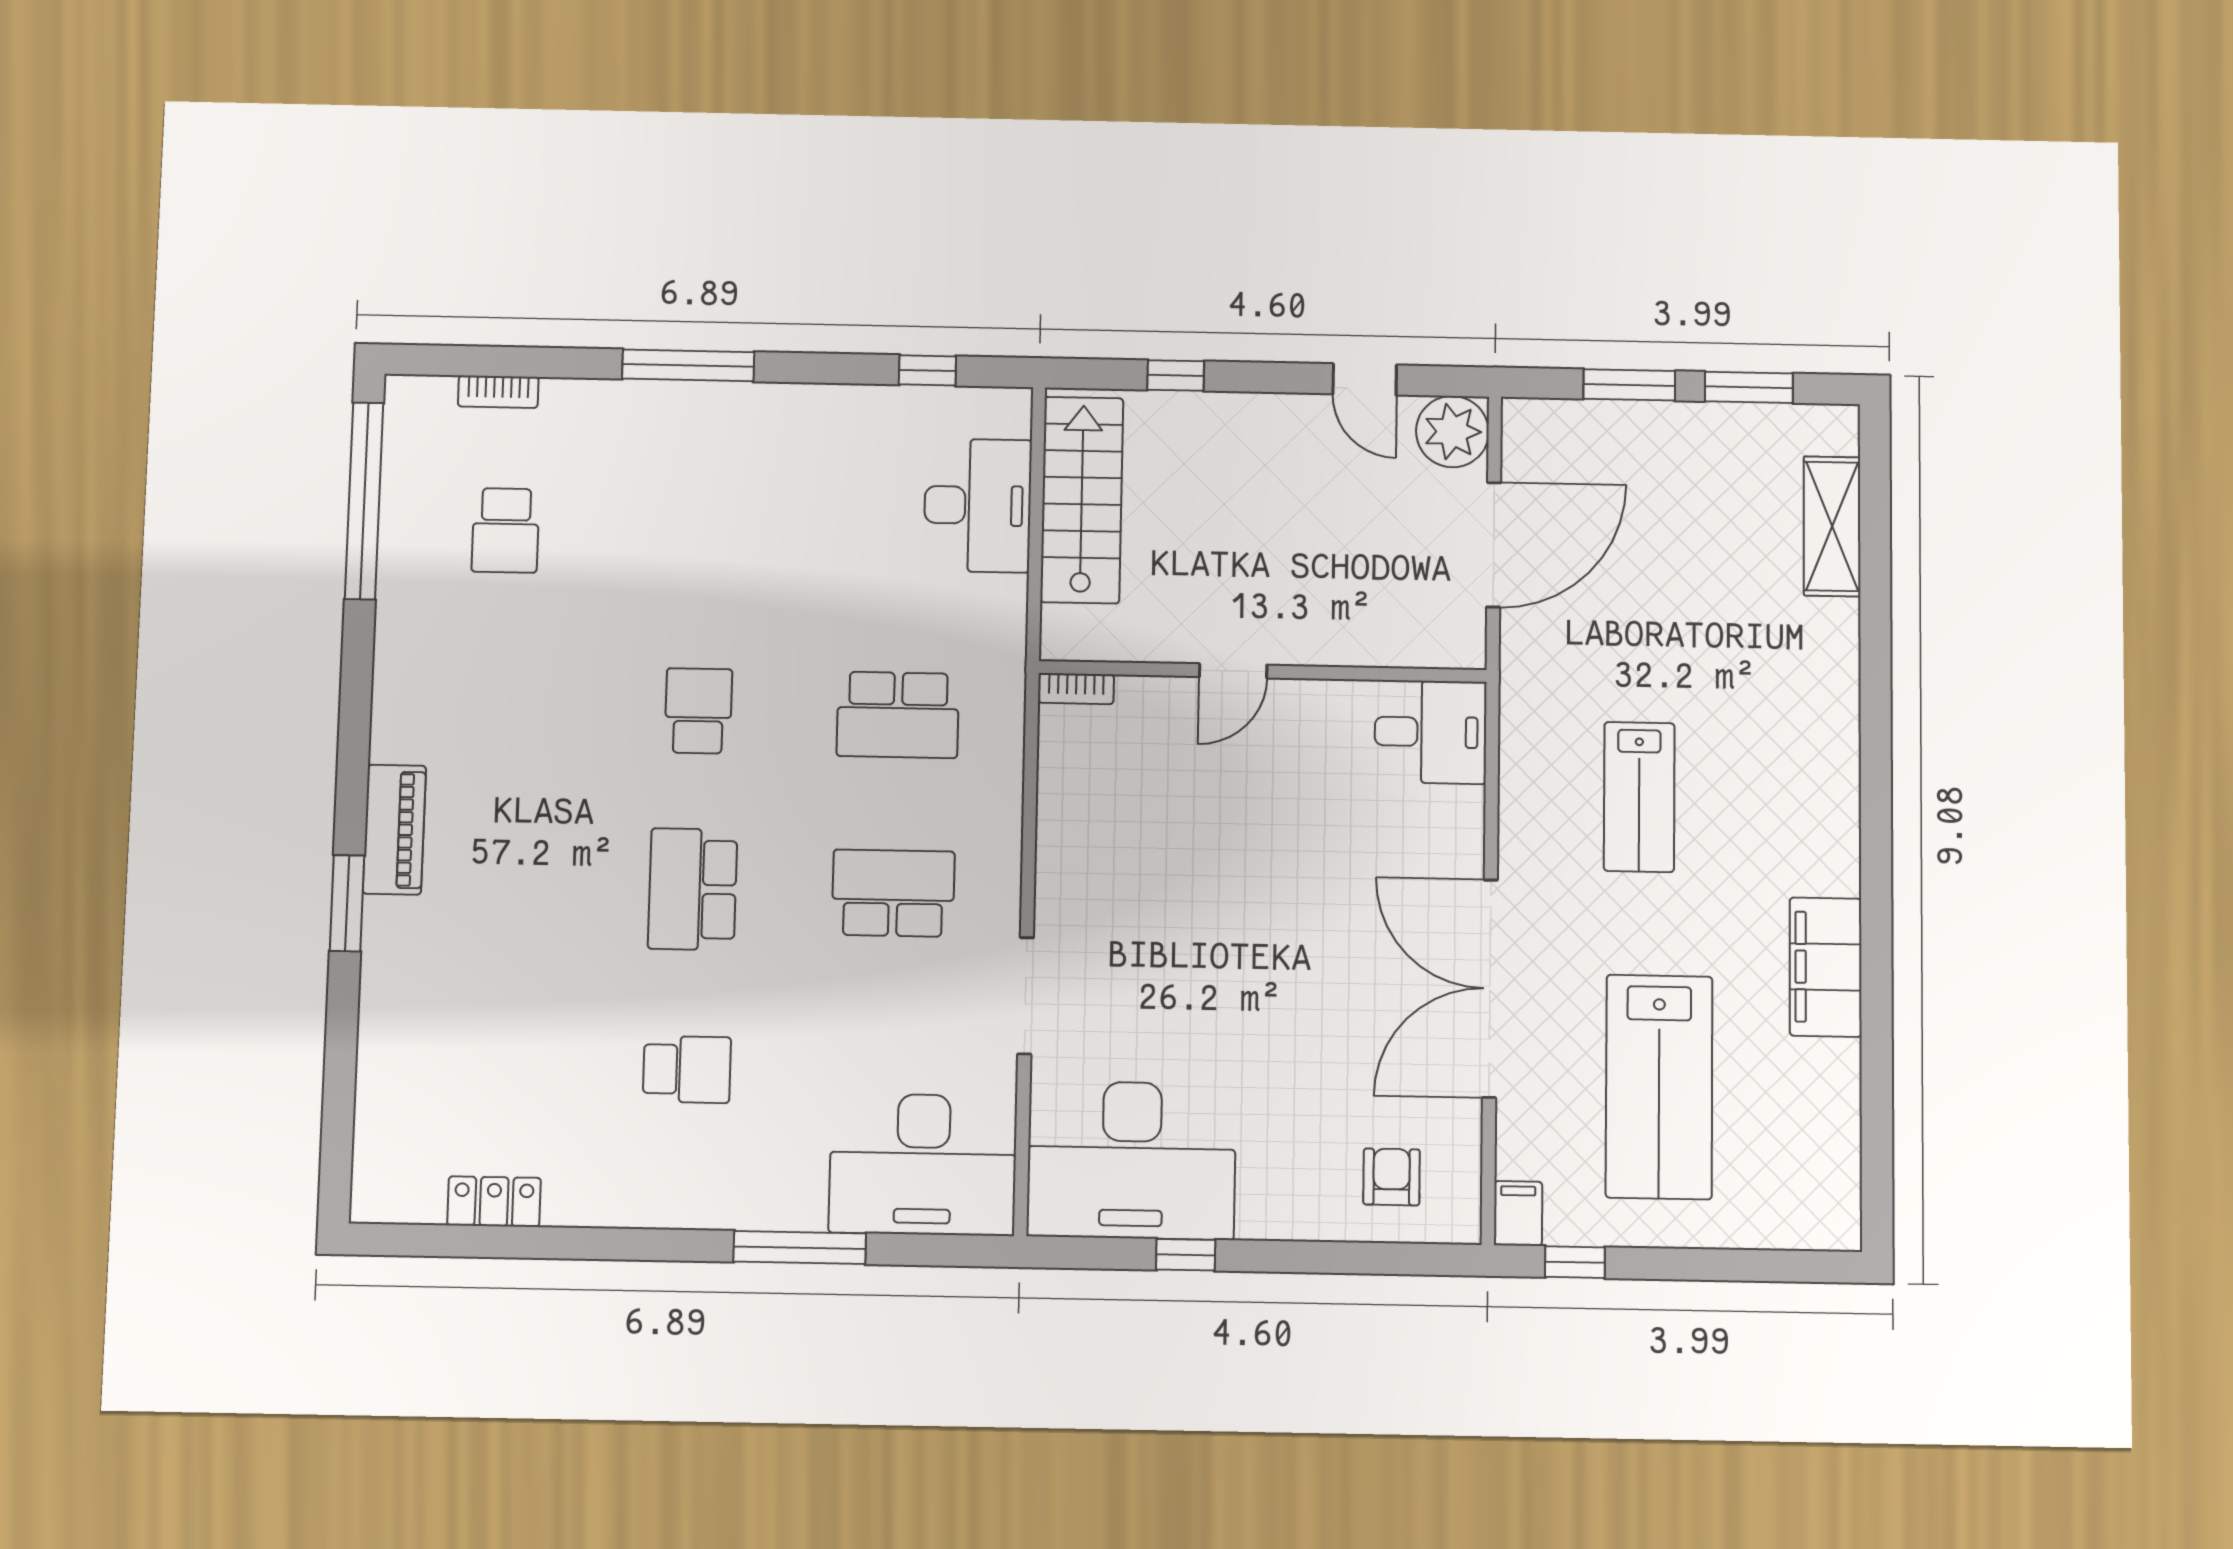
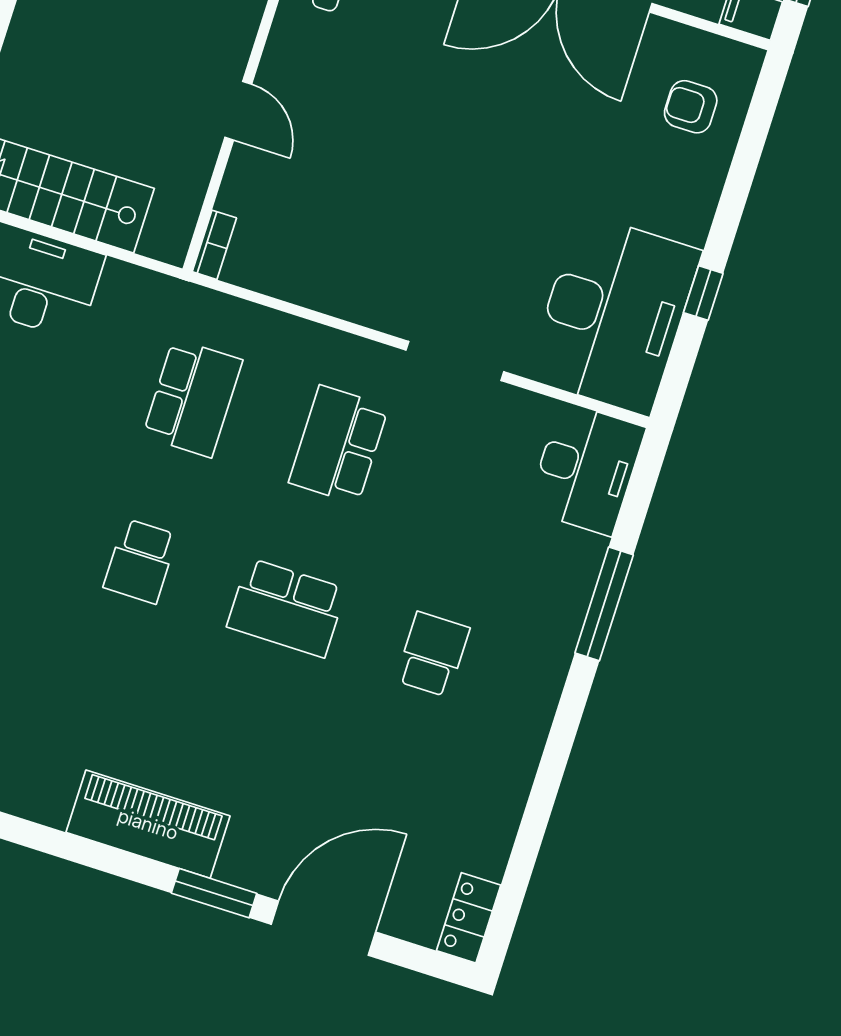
school desk: (698, 711) -> (141, 561), turned -90
piano: (394, 830) -> (148, 824), width x1.37, depth x1.33
door: (341, 1038) -> (323, 928), added
desk: (923, 1164) -> (586, 469), width x0.73, depth x0.77
locker: (494, 1202) -> (469, 918), moved

